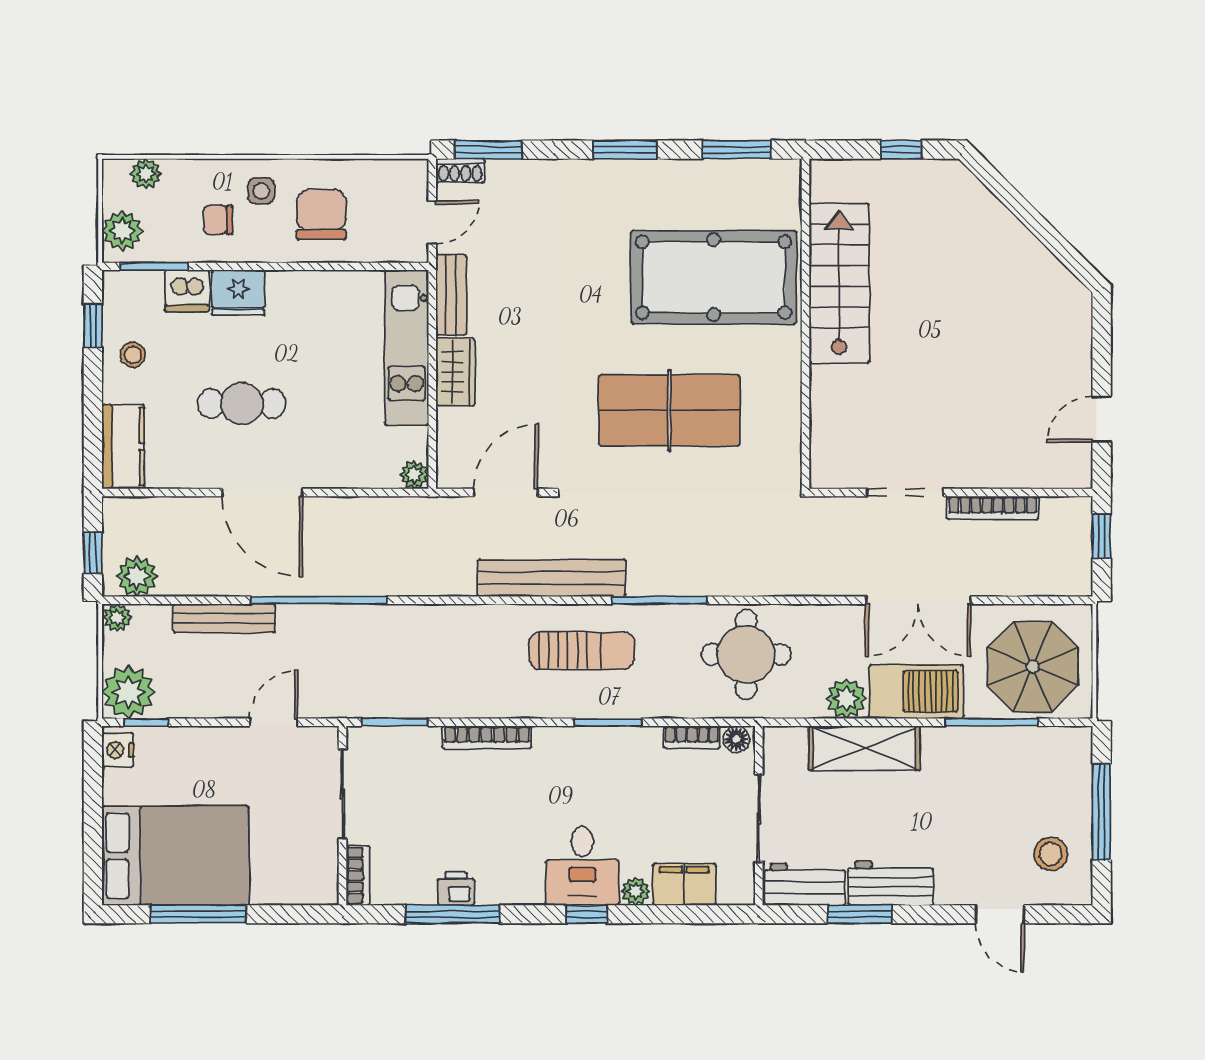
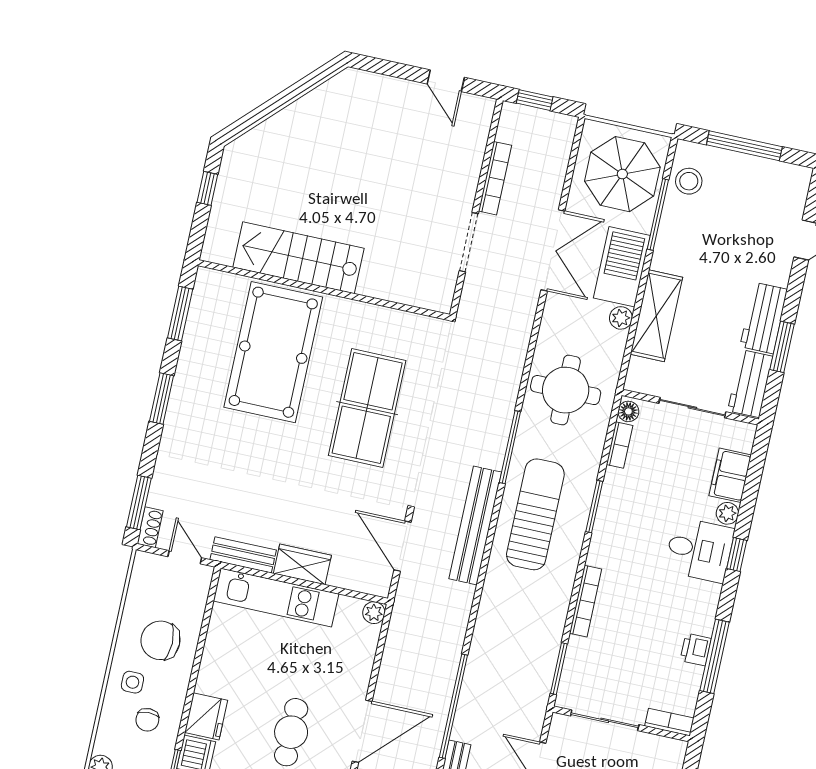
sun lounger: (582, 651) -> (535, 514), width x1.36, depth x1.34
plant: (846, 699) -> (621, 318), width x0.73, depth x0.73
stool: (1051, 854) -> (689, 181), moved

